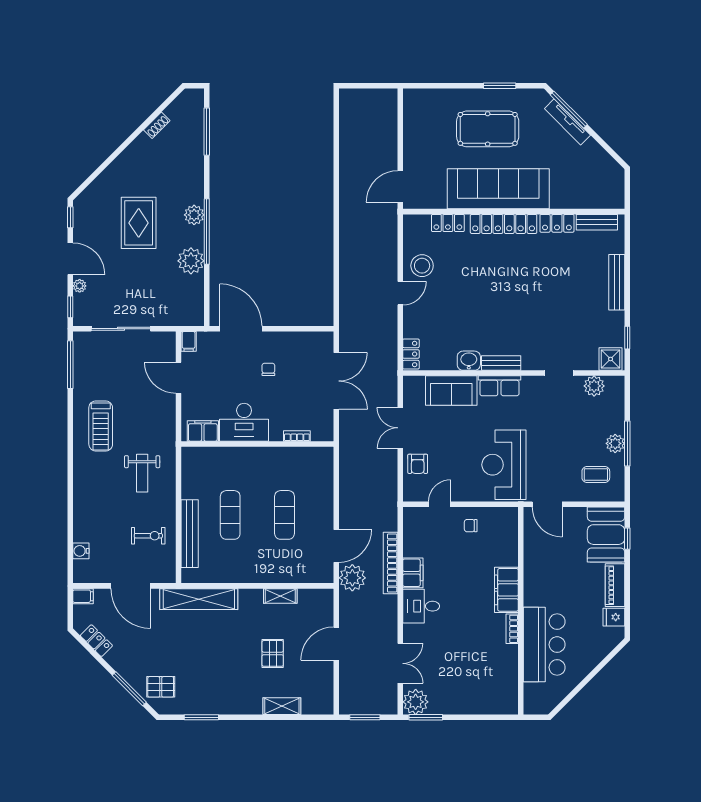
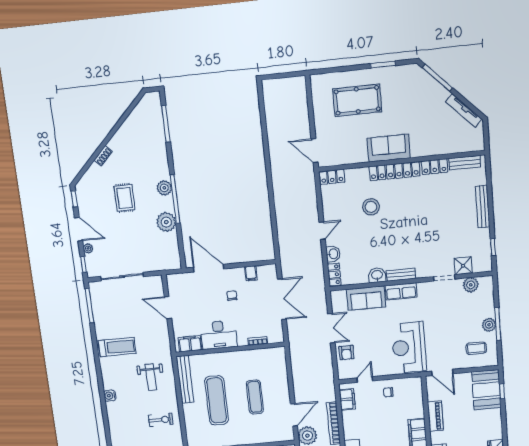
tv unit: (567, 122) -> (464, 111), moved
shoe rack: (157, 125) -> (103, 156), moved
pool table: (488, 129) -> (357, 100), moved
door: (400, 186) -> (315, 151), hinge flipped
sofa: (498, 189) -> (389, 148), width x0.54, depth x0.79
rug: (139, 223) -> (124, 198), width x0.73, depth x0.70
locker: (448, 223) -> (332, 177), moved
stool: (422, 266) -> (371, 207), moved
washbasin: (412, 326) -> (333, 254), added
filing cabinet: (189, 341) -> (251, 273), moved
shower: (611, 359) -> (463, 266), moved
treadmill: (101, 426) -> (117, 347), turned -90
double door: (400, 428) -> (331, 328), swing flipped
exercise mat: (230, 515) -> (217, 400), width x1.36, depth x1.45
bench: (190, 534) -> (185, 379), moved
water cooler: (81, 551) -> (110, 396), moved
filing cabinet: (413, 573) -> (347, 399), moved
piano: (615, 585) -> (435, 416), moved, turned 180

